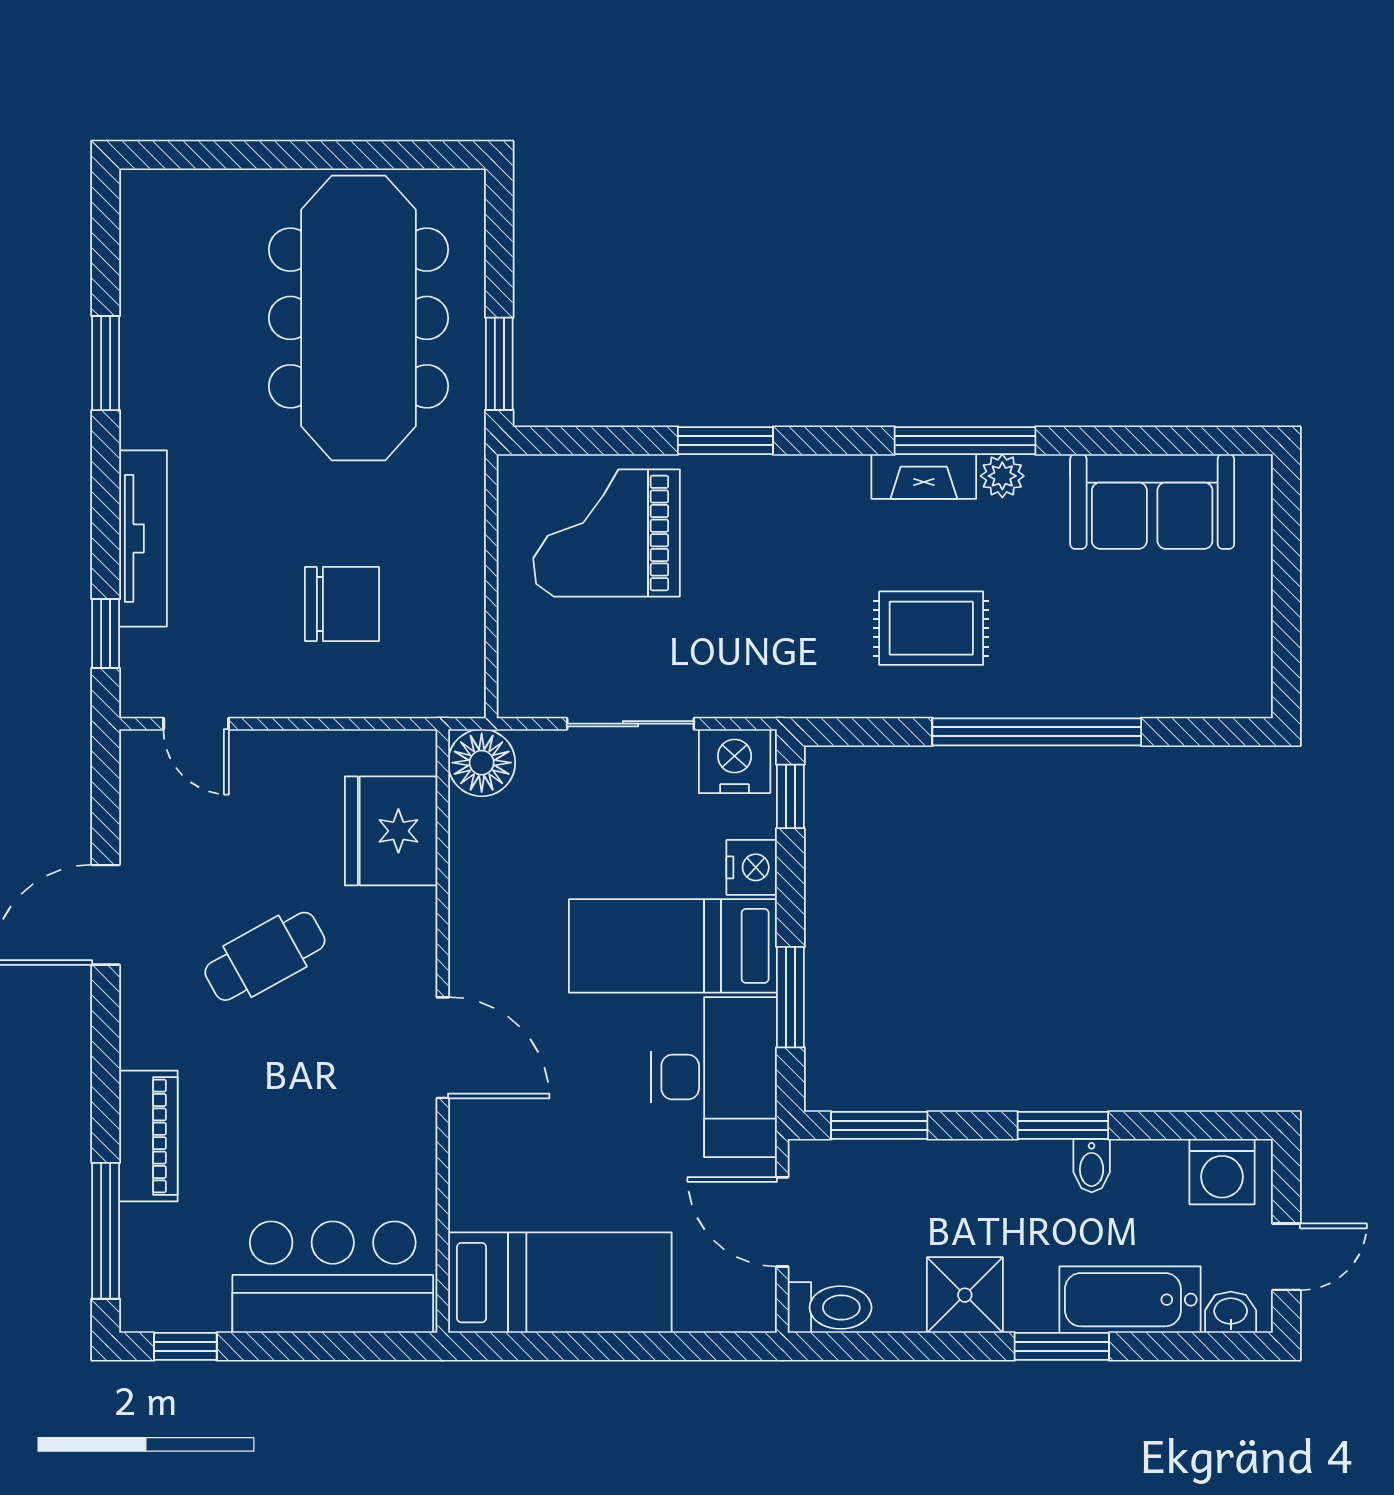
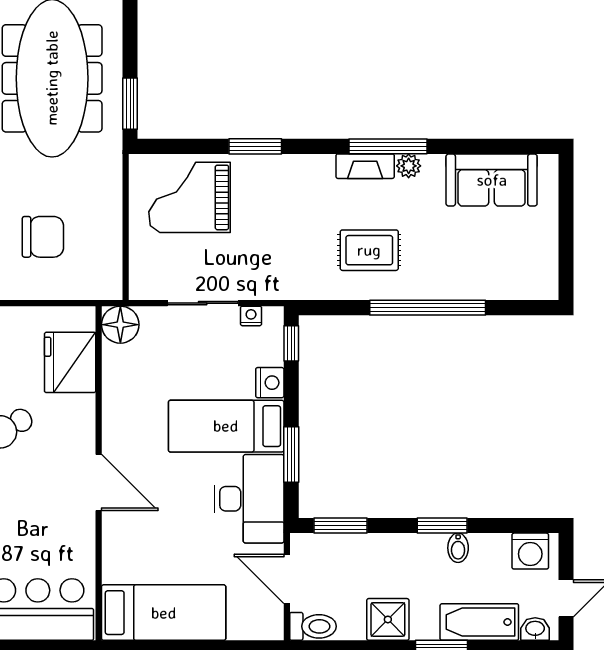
nightstand: (735, 761) -> (251, 316), width x0.53, depth x0.56

